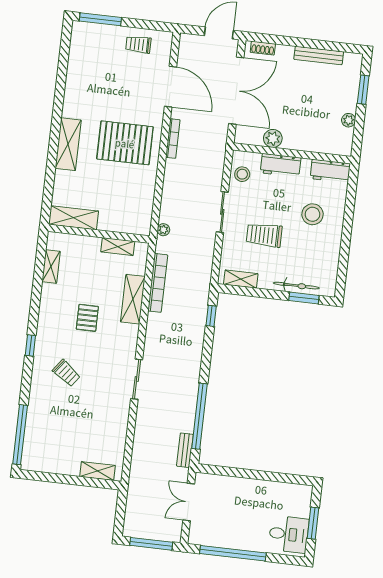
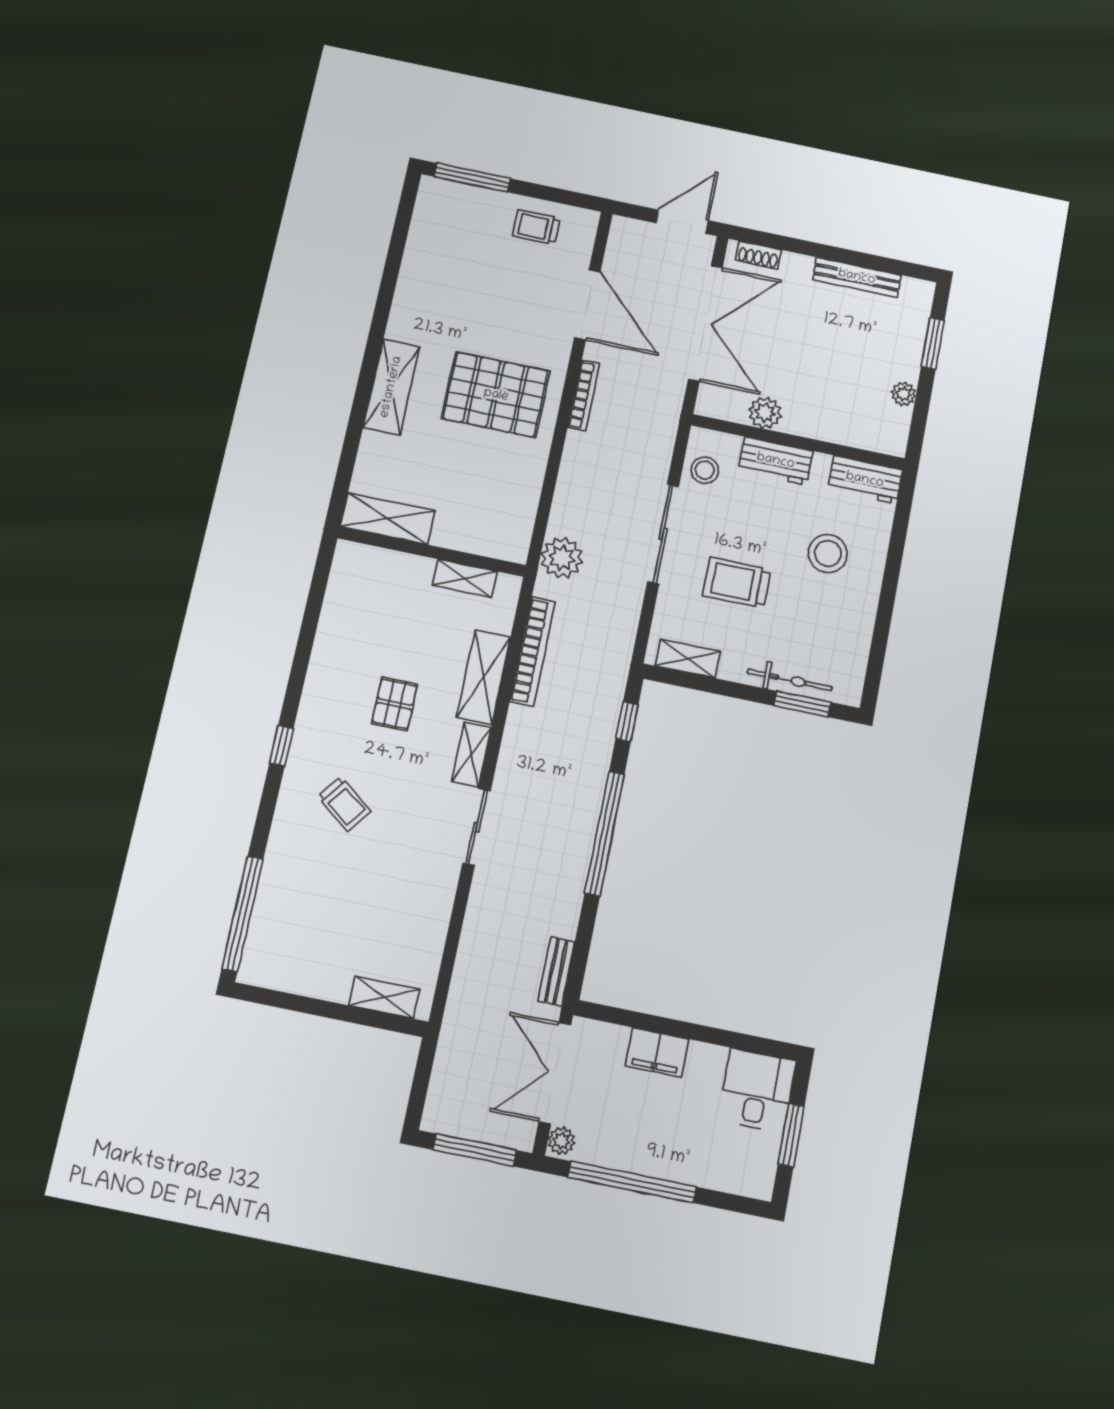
sliding door: (222, 212) -> (663, 534), width x1.37
plant: (163, 230) -> (562, 558), width x1.88, depth x1.88
shelving: (51, 266) -> (471, 754), moved
window: (199, 416) -> (605, 833), moved
filing cabinet: (241, 487) -> (657, 1052), added
double door: (189, 502) -> (555, 1073), width x1.37
desk: (289, 534) -> (757, 1091), moved, turned -90
plant: (195, 536) -> (562, 1141), added

